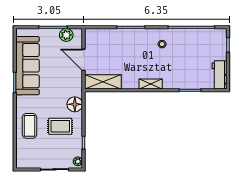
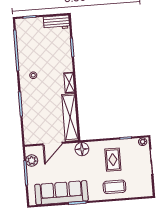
shelving: (103, 82) -> (70, 117), width x1.47
floor lamp: (75, 104) -> (82, 149), moved

